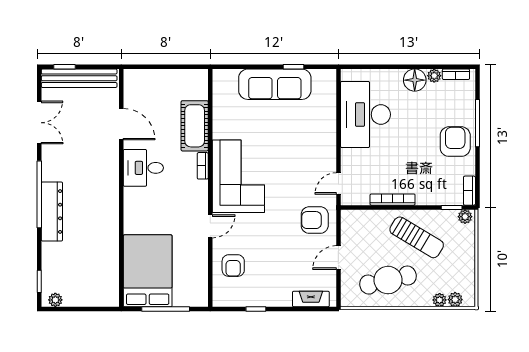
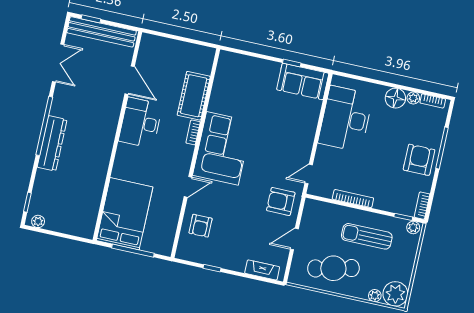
sofa: (275, 84) -> (303, 81), moved, width x0.73
desk: (143, 168) -> (141, 123), width x1.37
sun lounger: (417, 237) -> (367, 236), turned 149
plant: (455, 300) -> (395, 294), width x1.88, depth x1.88

